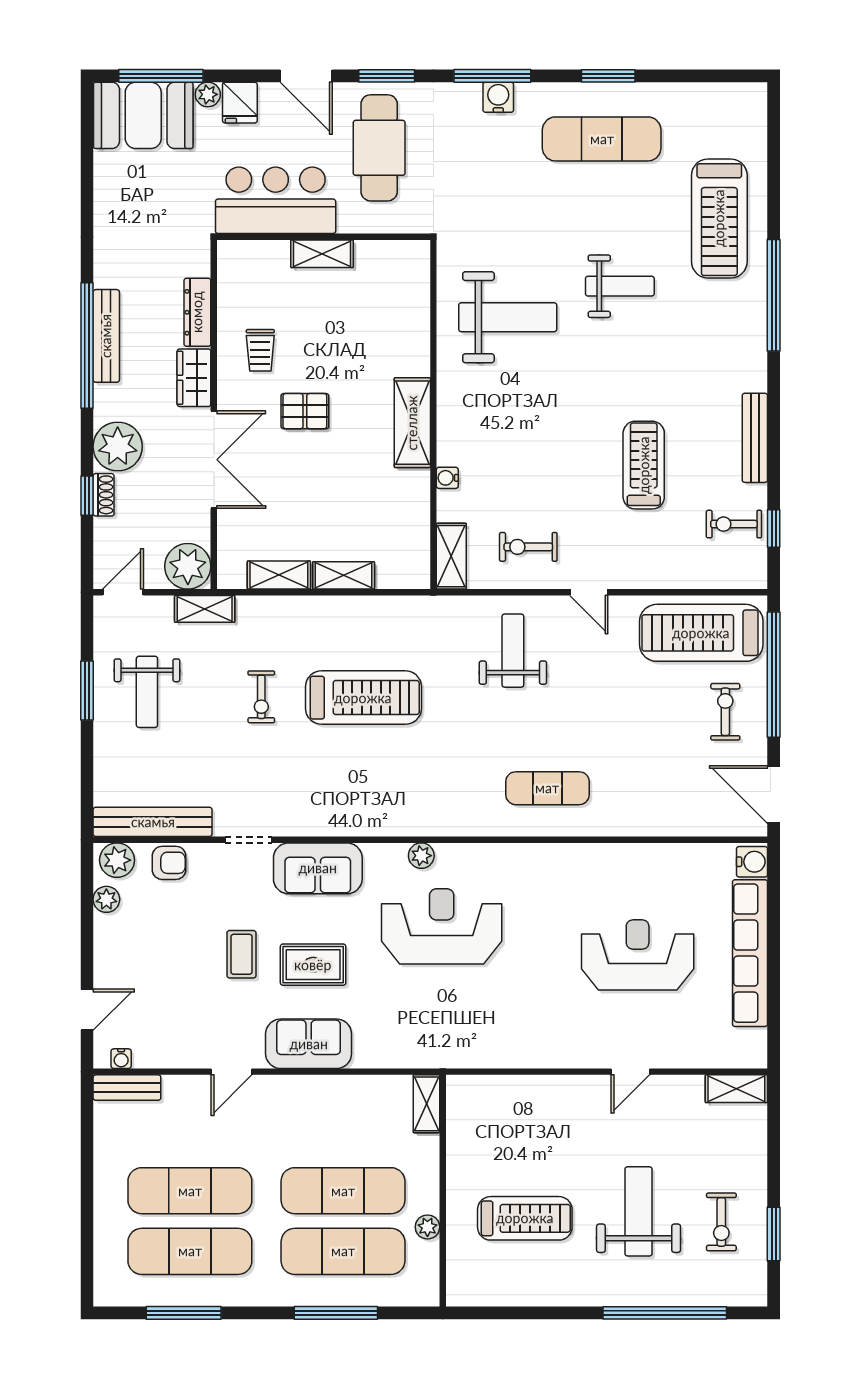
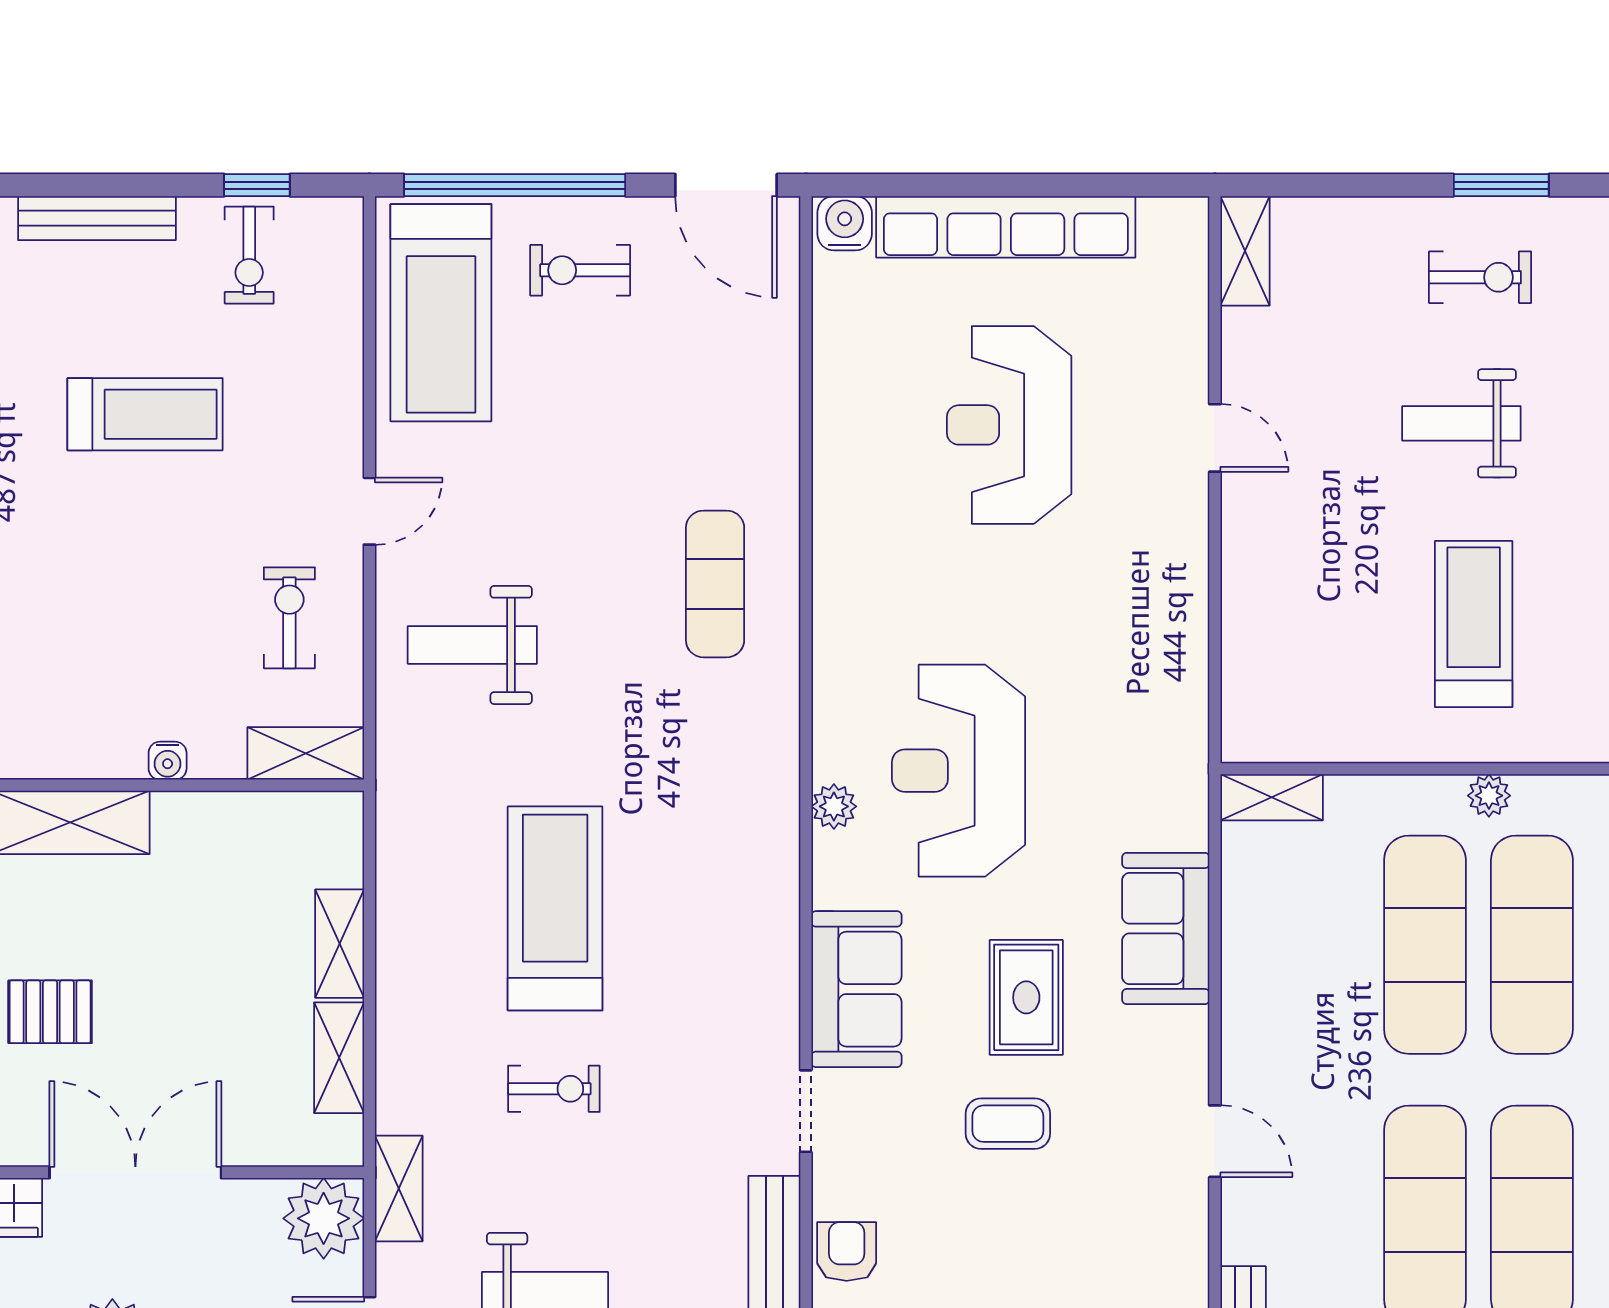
pallet: (305, 411) -> (50, 1012), turned 90
treadmill: (644, 465) -> (145, 414), turned 180
exercise bike: (528, 547) -> (289, 618), turned 180
door: (774, 794) -> (726, 185), hinge flipped
sofa: (309, 1044) -> (1166, 929), moved
weight bench: (639, 1211) -> (1461, 423), width x0.73, depth x0.75

